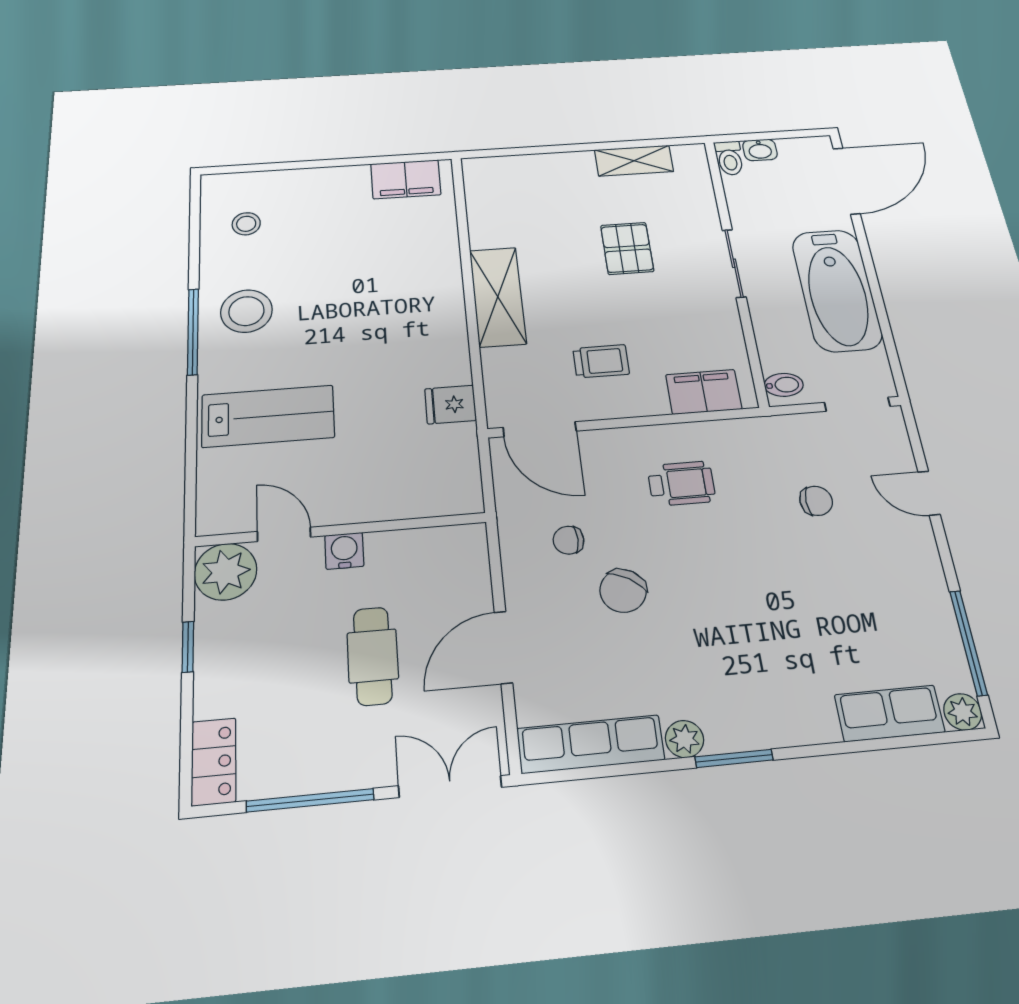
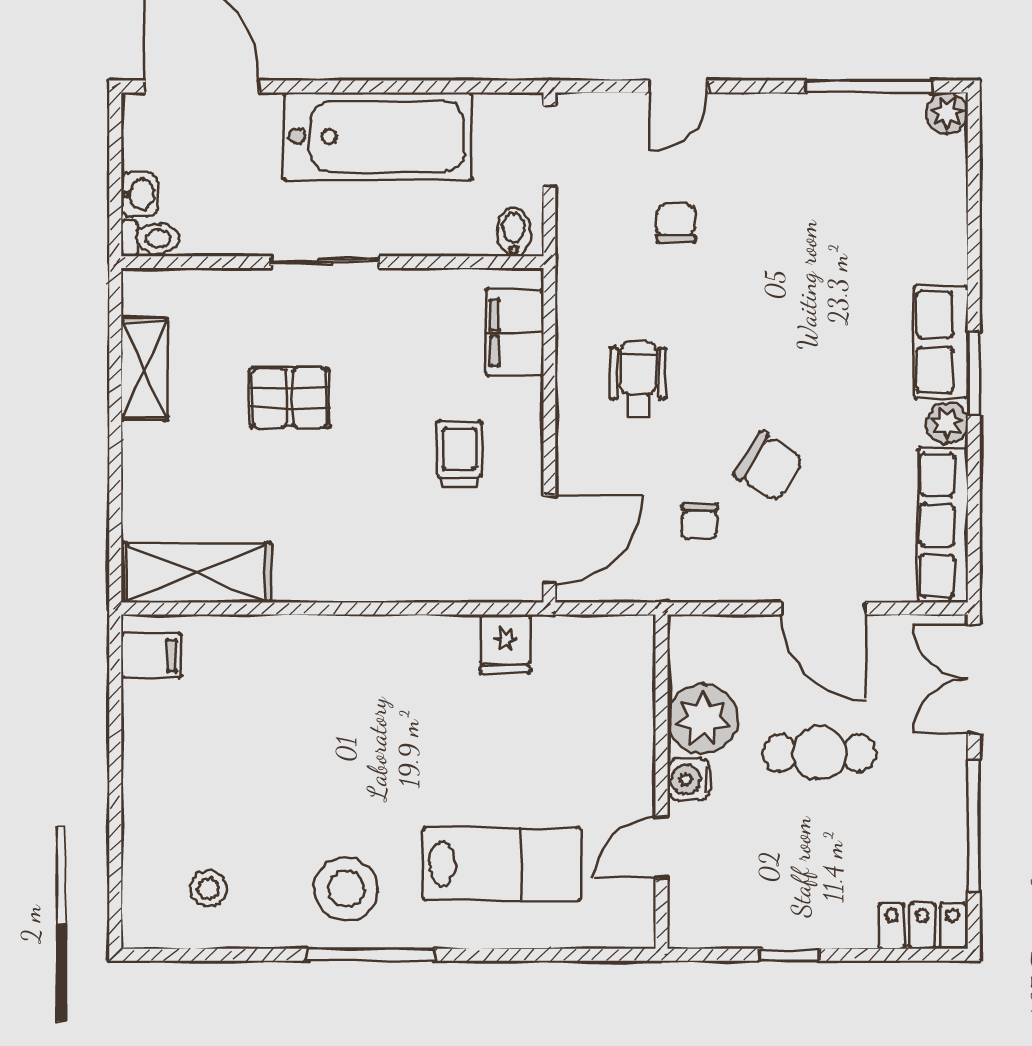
filing cabinet: (406, 179) -> (151, 655), width x0.50
shelving: (498, 297) -> (196, 573), moved
lab bench: (268, 416) -> (502, 864), turned 90
plant: (226, 572) -> (702, 719), moved
row of seats: (890, 713) -> (941, 342), moved

